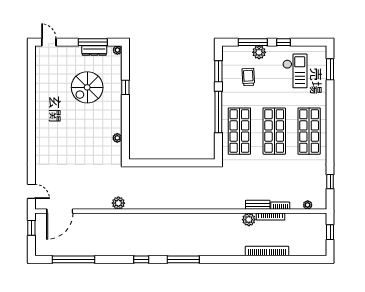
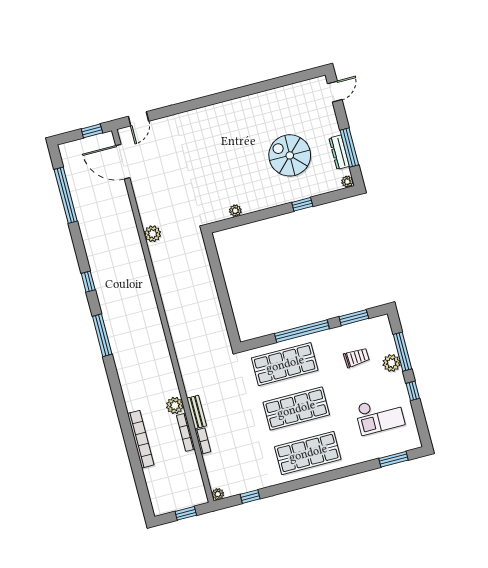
plant: (308, 205) -> (218, 494), moved

